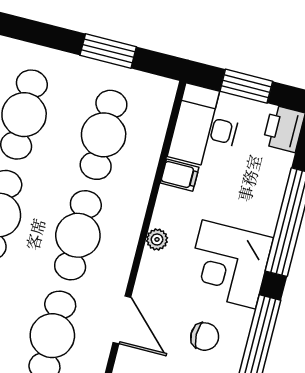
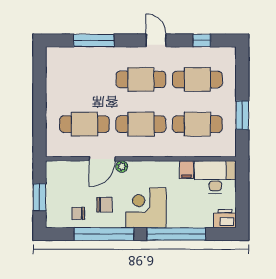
window: (246, 86) -> (242, 193), removed
plant: (157, 239) -> (122, 166), moved
chair: (205, 337) -> (104, 205), turned -90

